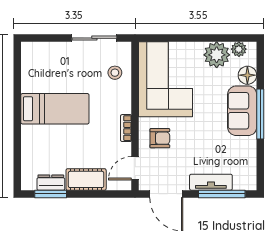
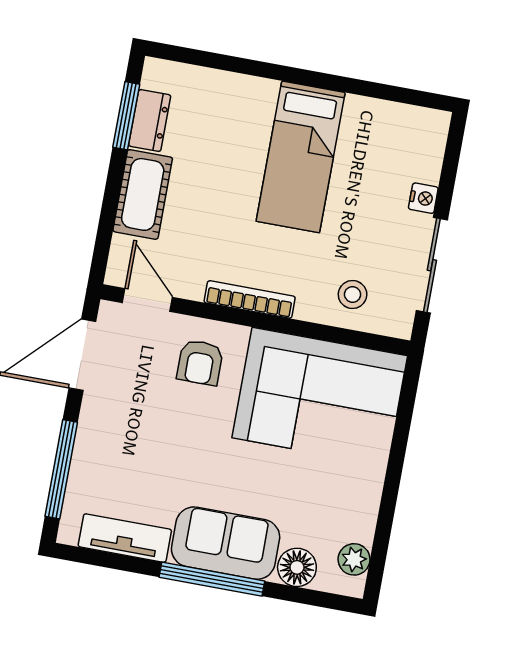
nightstand: (64, 48) -> (423, 198), added
plant: (217, 55) -> (351, 512), removed
bookcase: (126, 128) -> (250, 299), width x1.56
tv unit: (211, 182) -> (125, 538), moved, turned -90

